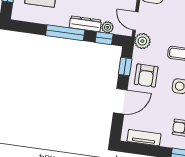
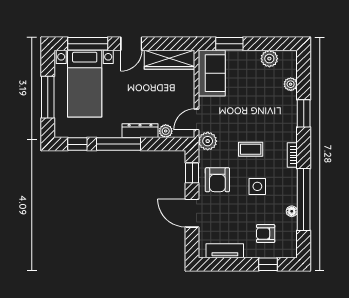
door: (135, 21) -> (197, 119), hinge flipped
window: (104, 38) -> (77, 144), moved
door: (120, 101) -> (192, 213), swing flipped

